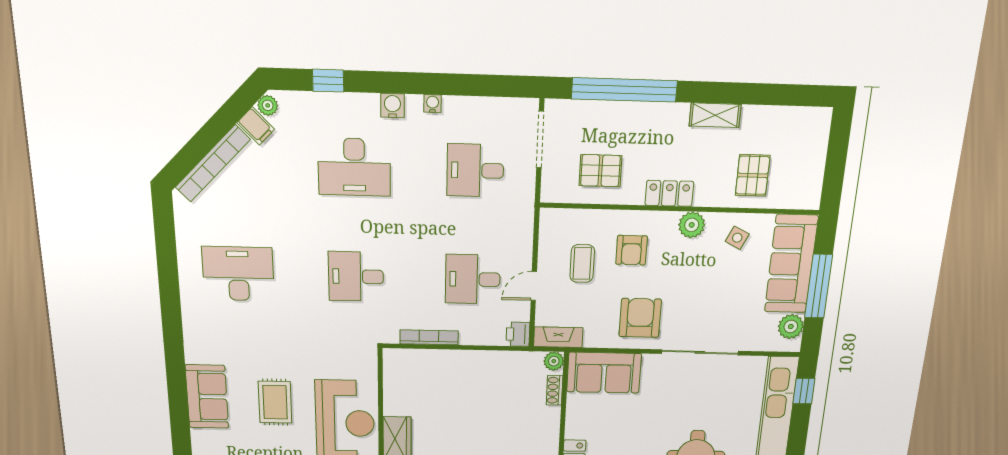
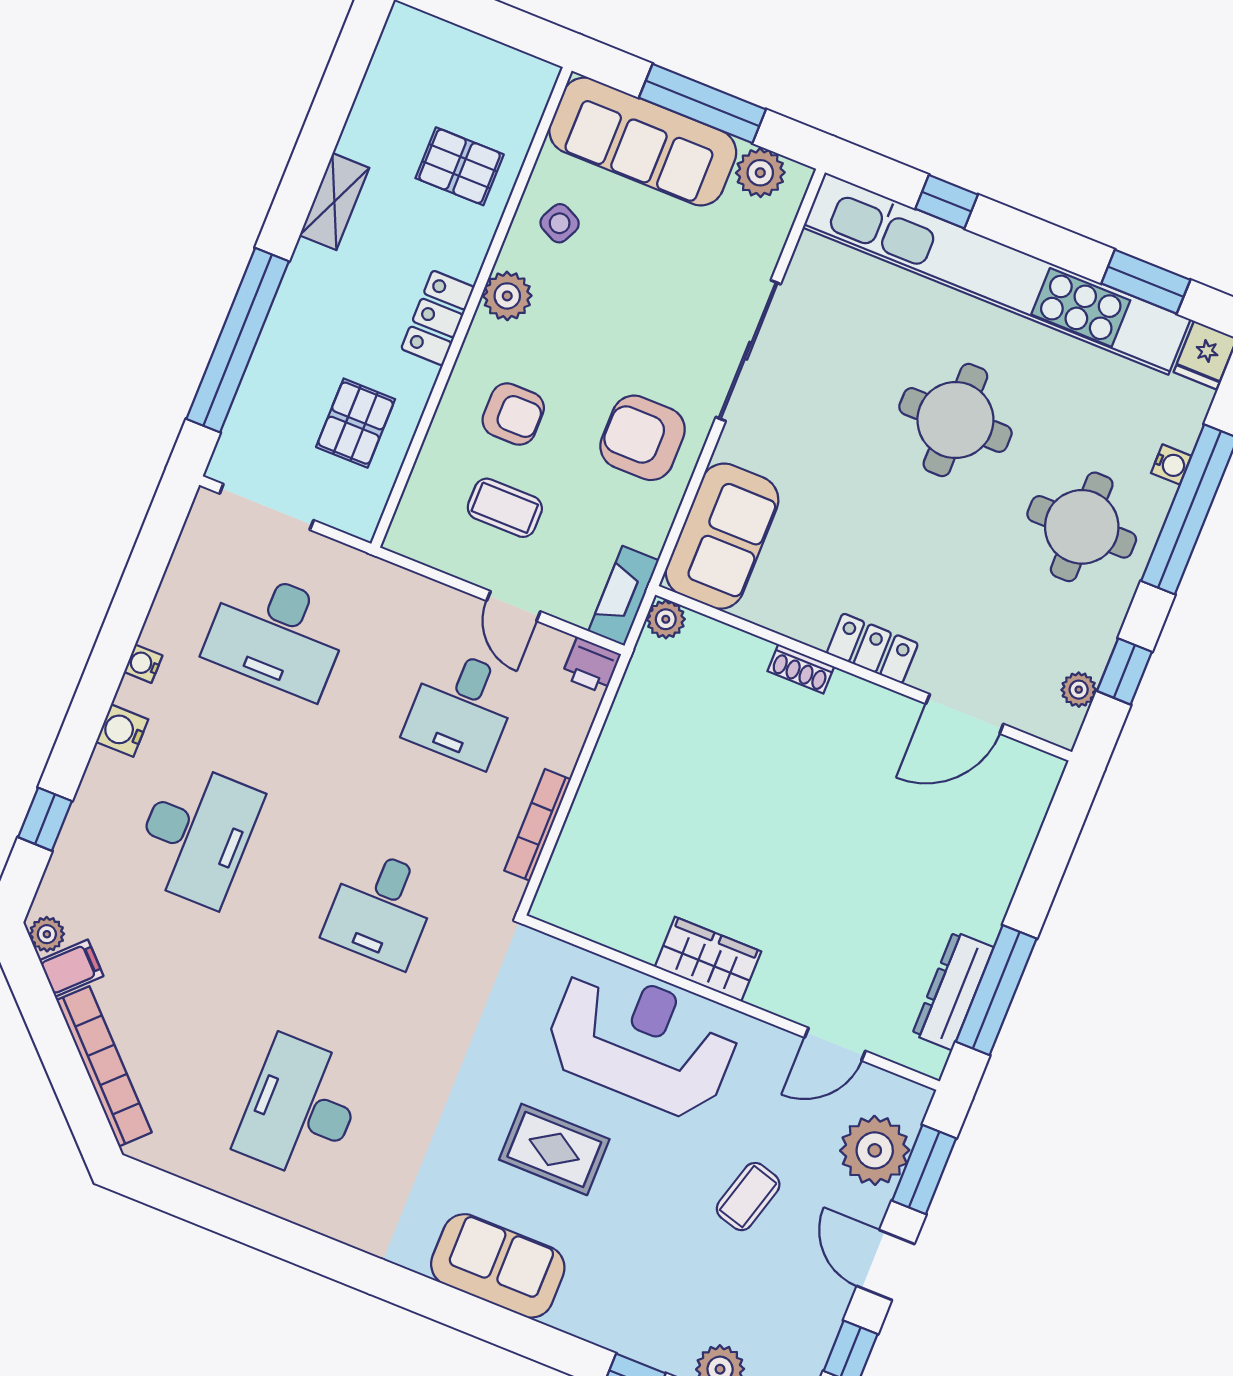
desk: (475, 170) -> (277, 634), width x1.37
shoe rack: (555, 390) -> (801, 669), moved
window: (804, 391) -> (947, 202), moved

